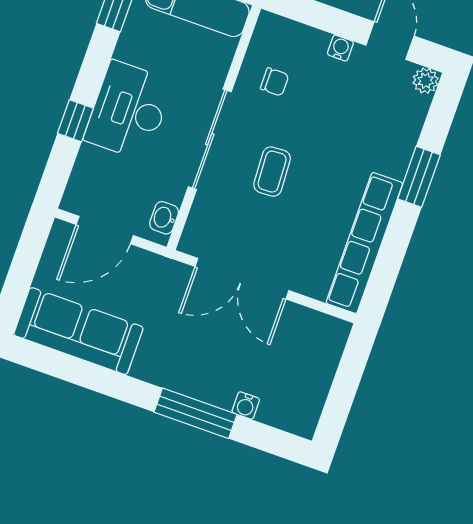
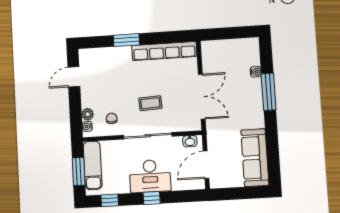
water cooler: (340, 48) -> (87, 126), moved
plant: (426, 81) -> (88, 114), moved
window: (75, 121) -> (152, 198), moved
door: (105, 230) -> (206, 165), swing flipped

